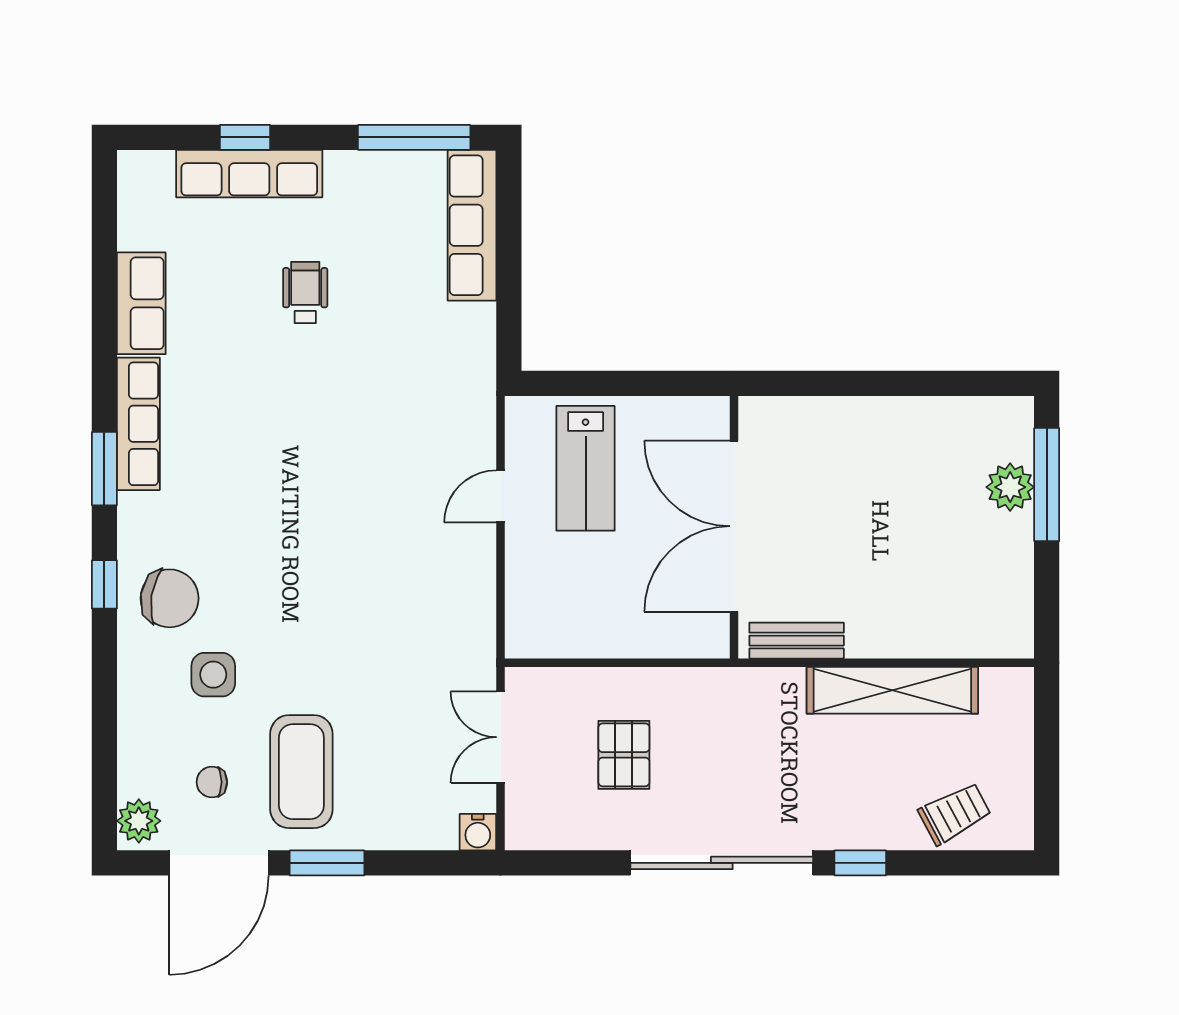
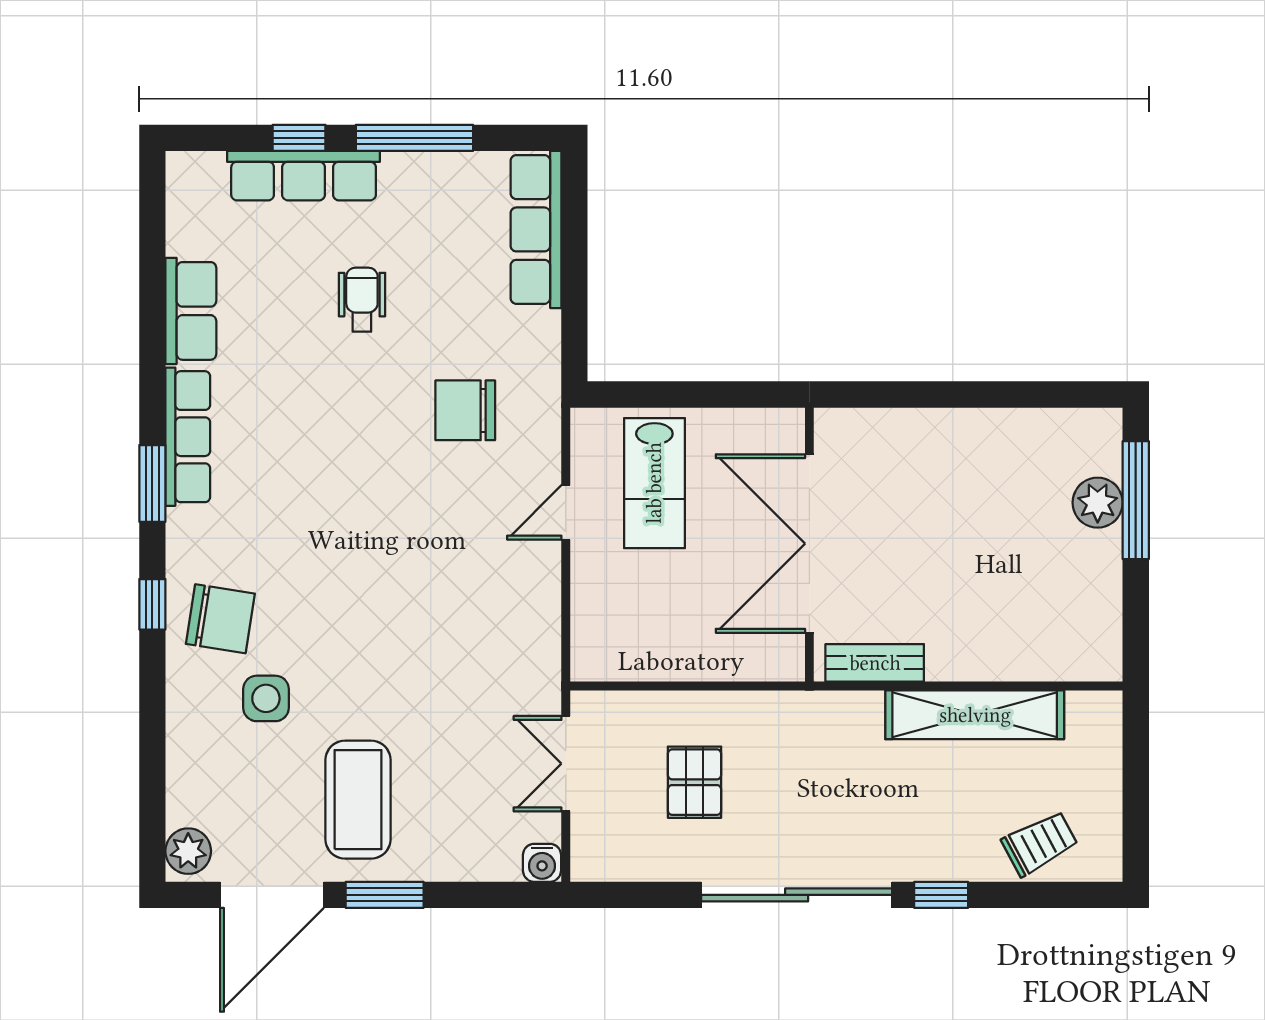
window: (414, 137) -> (414, 138), moved
chair: (212, 782) -> (465, 410), moved, width x1.87, depth x1.87

